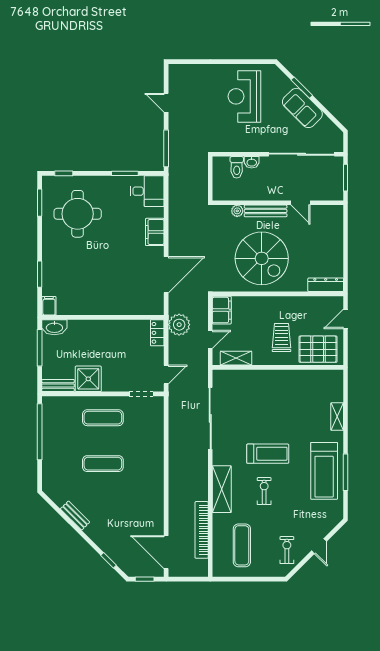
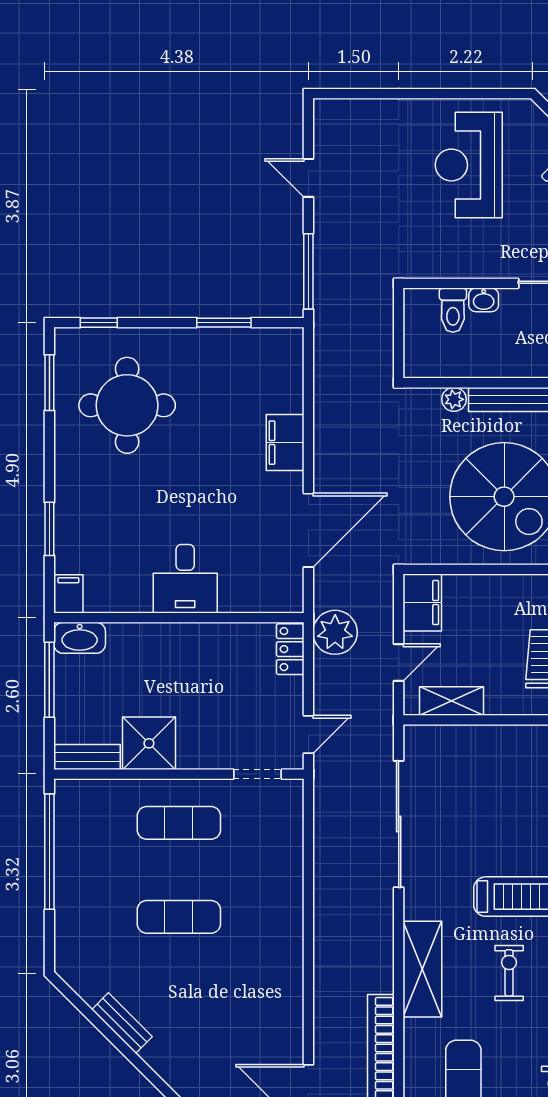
desk: (147, 191) -> (185, 579), moved, turned 90

